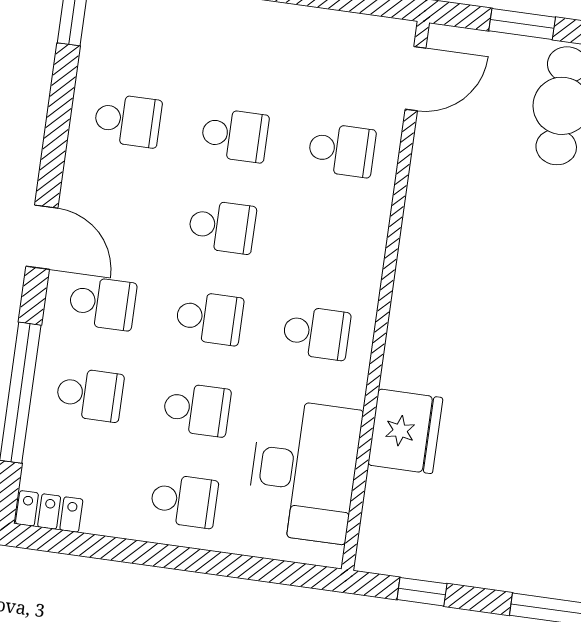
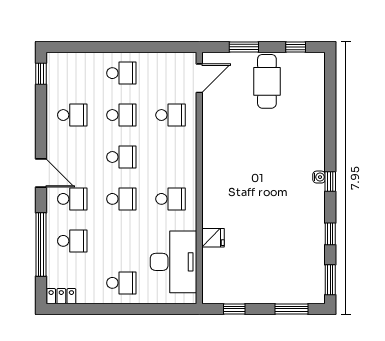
school desk: (197, 409) -> (121, 73), moved
fridge: (405, 431) -> (213, 238), width x0.53, depth x0.75

